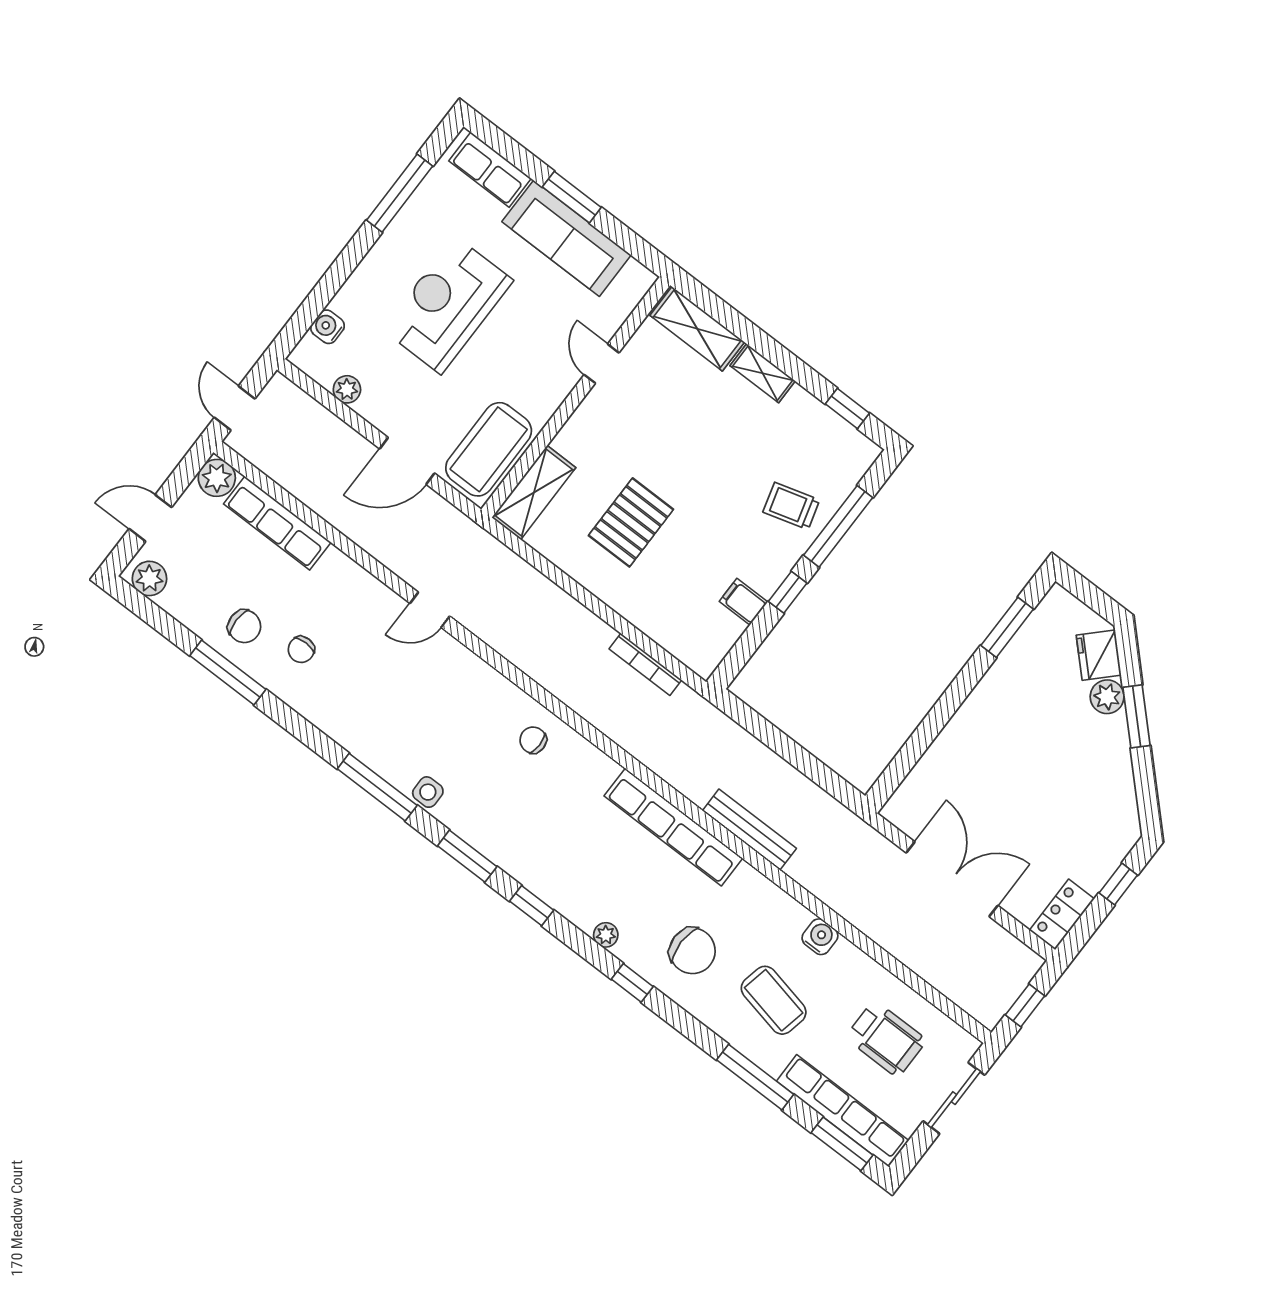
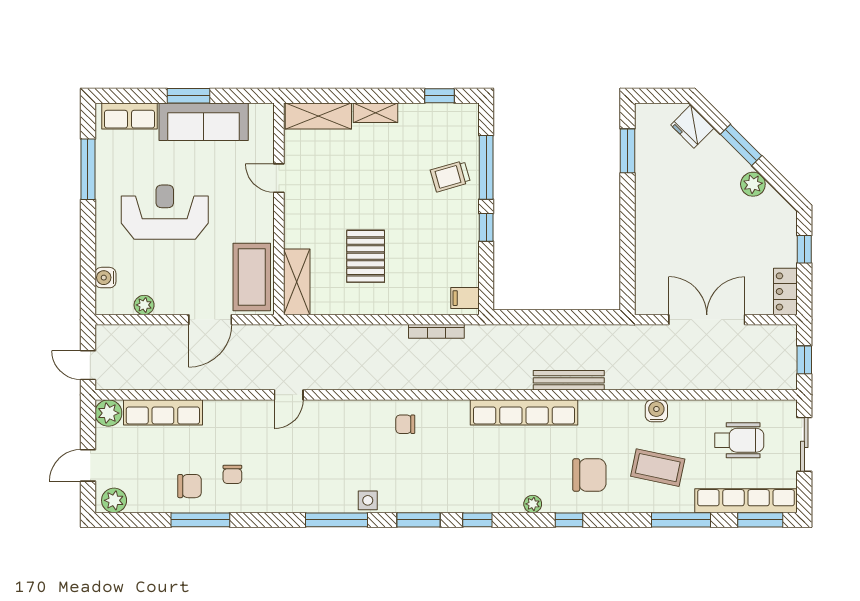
reception desk: (448, 305) -> (165, 212), turned 90
filing cabinet: (743, 602) -> (465, 298), moved
plant: (1107, 697) -> (753, 184), moved

